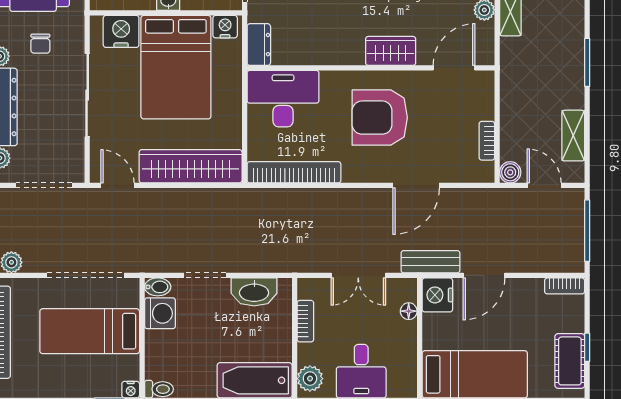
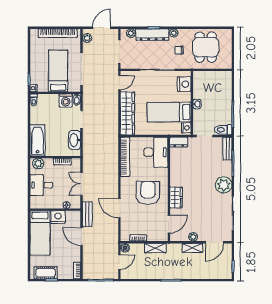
bed: (176, 67) -> (169, 112), width x0.67
door: (454, 68) -> (169, 224), hinge flipped
shelving: (573, 136) -> (155, 248), moved
nightstand: (437, 295) -> (58, 217), moved

